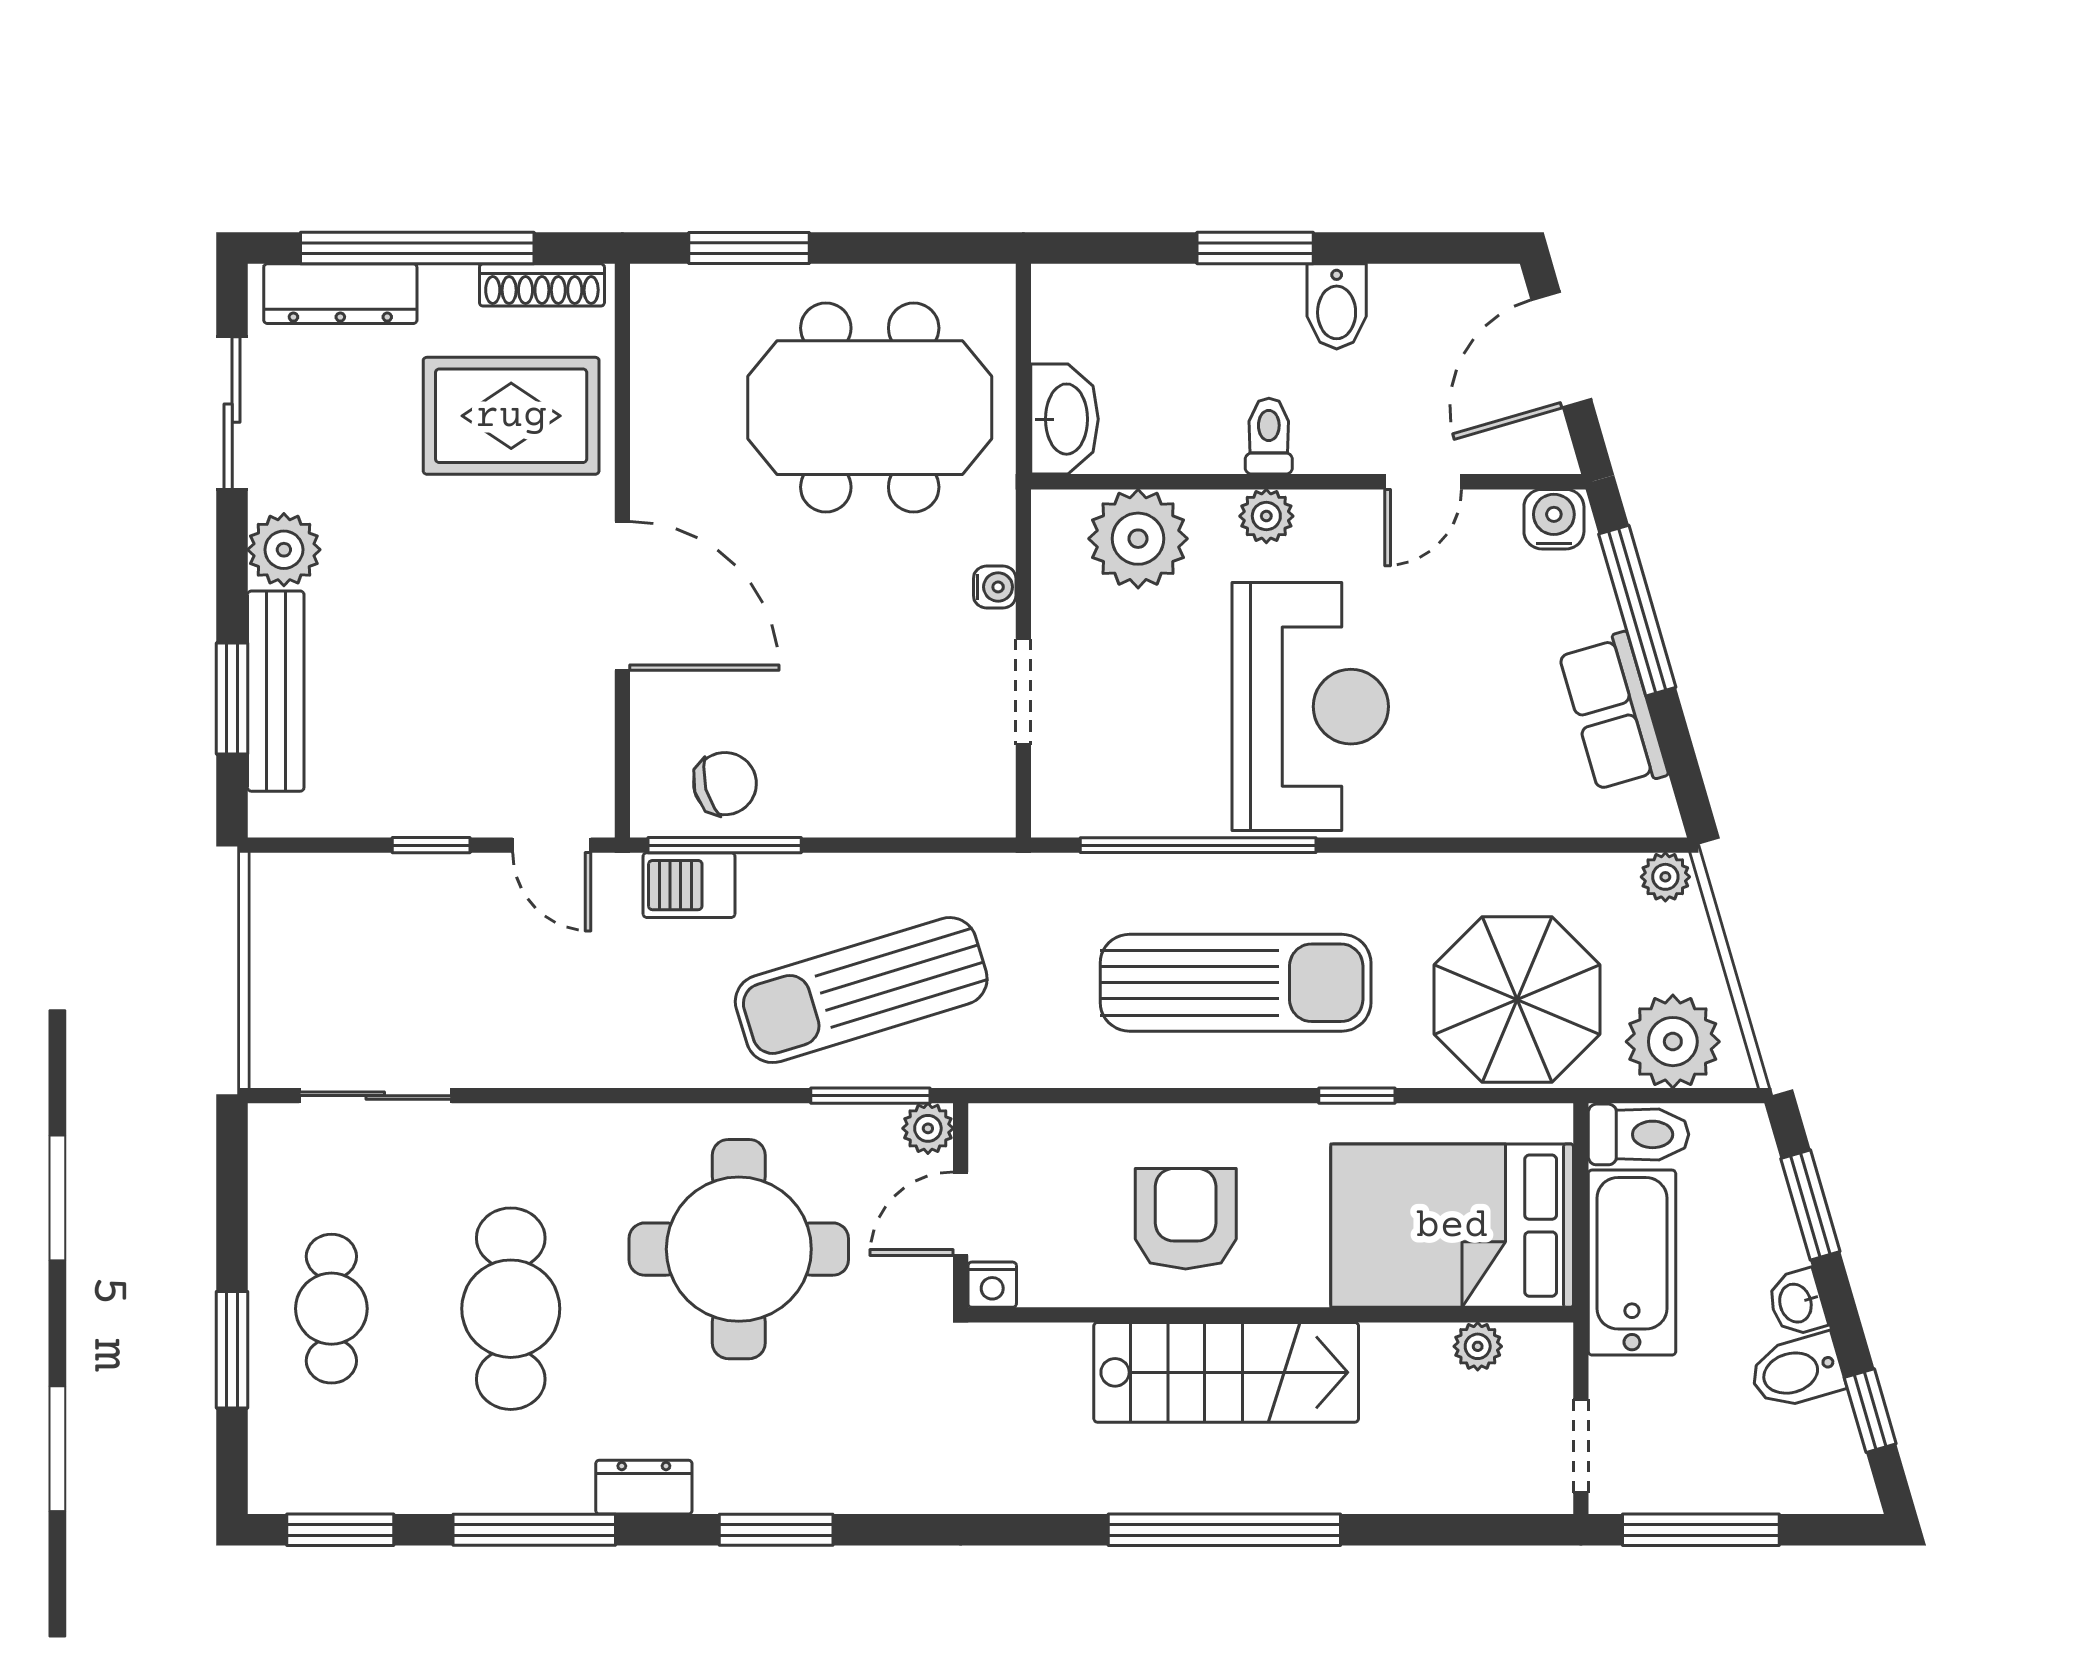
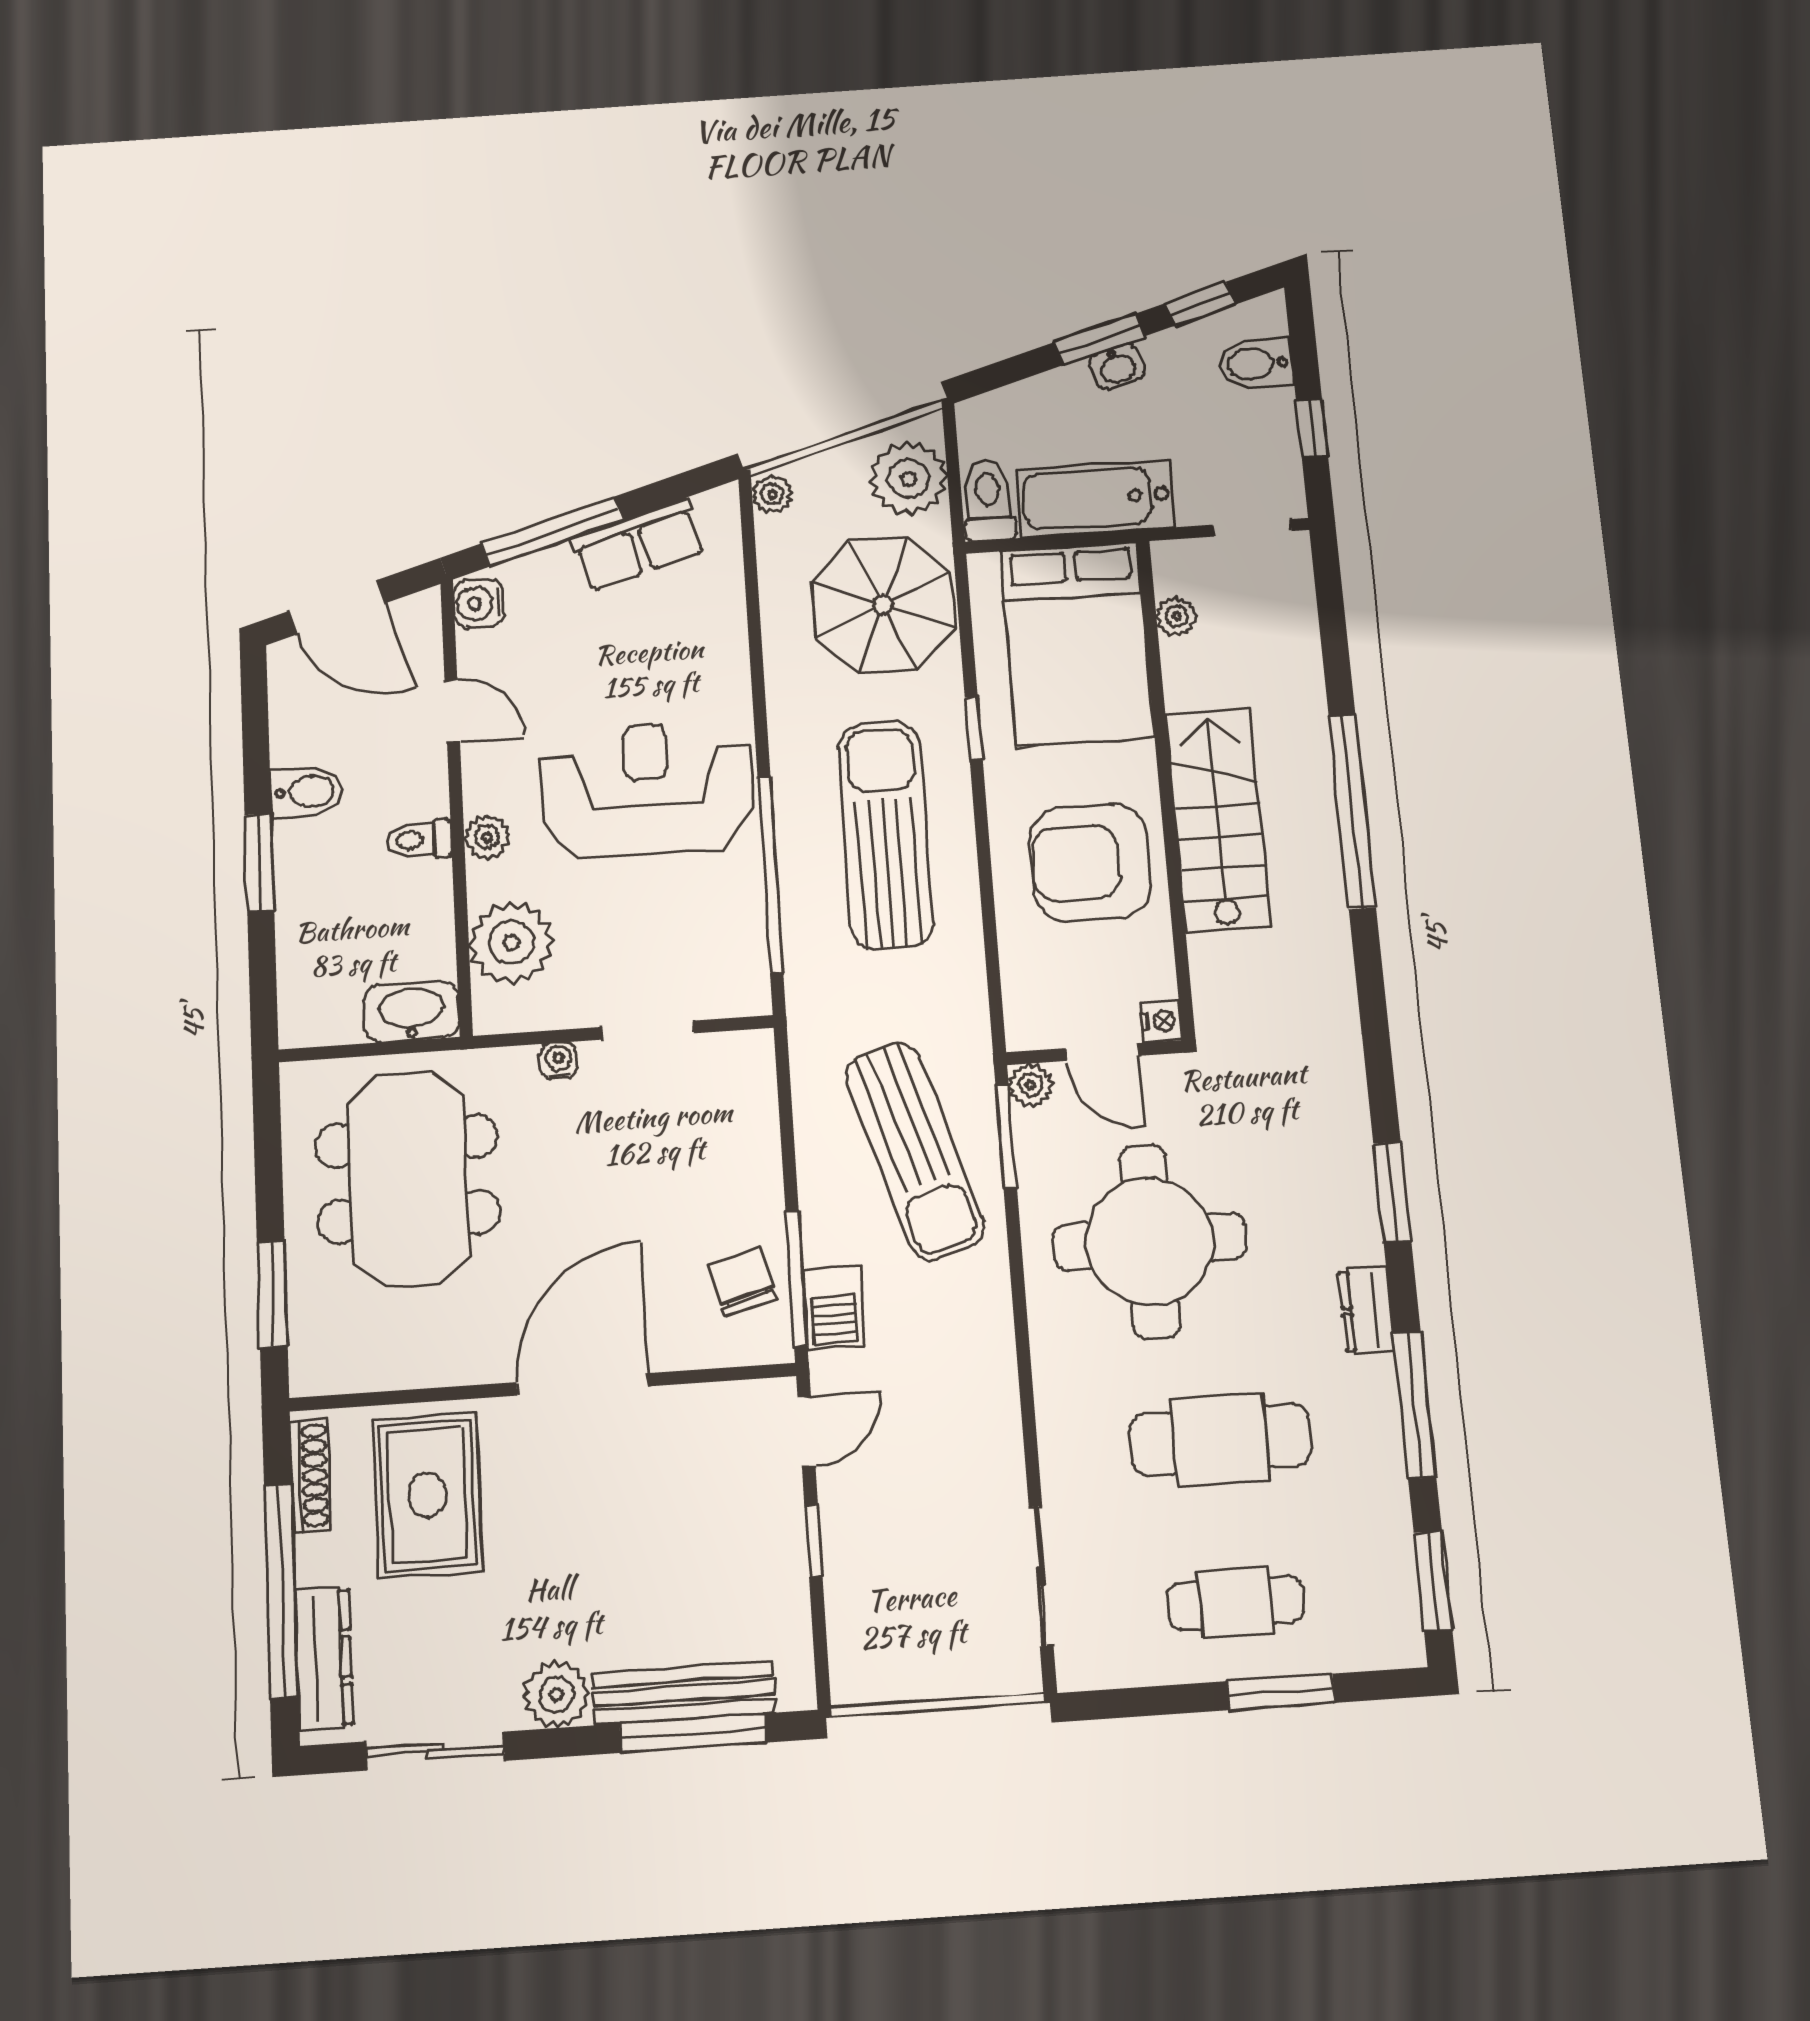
window: (232, 698) -> (693, 1733), width x1.44
window: (1810, 1205) -> (1100, 339), moved
armchair: (1186, 1219) -> (1090, 862), width x1.36, depth x1.36
bidet: (1797, 1371) -> (1256, 364), moved, turned 106
window: (1701, 1530) -> (1312, 428), width x0.46

